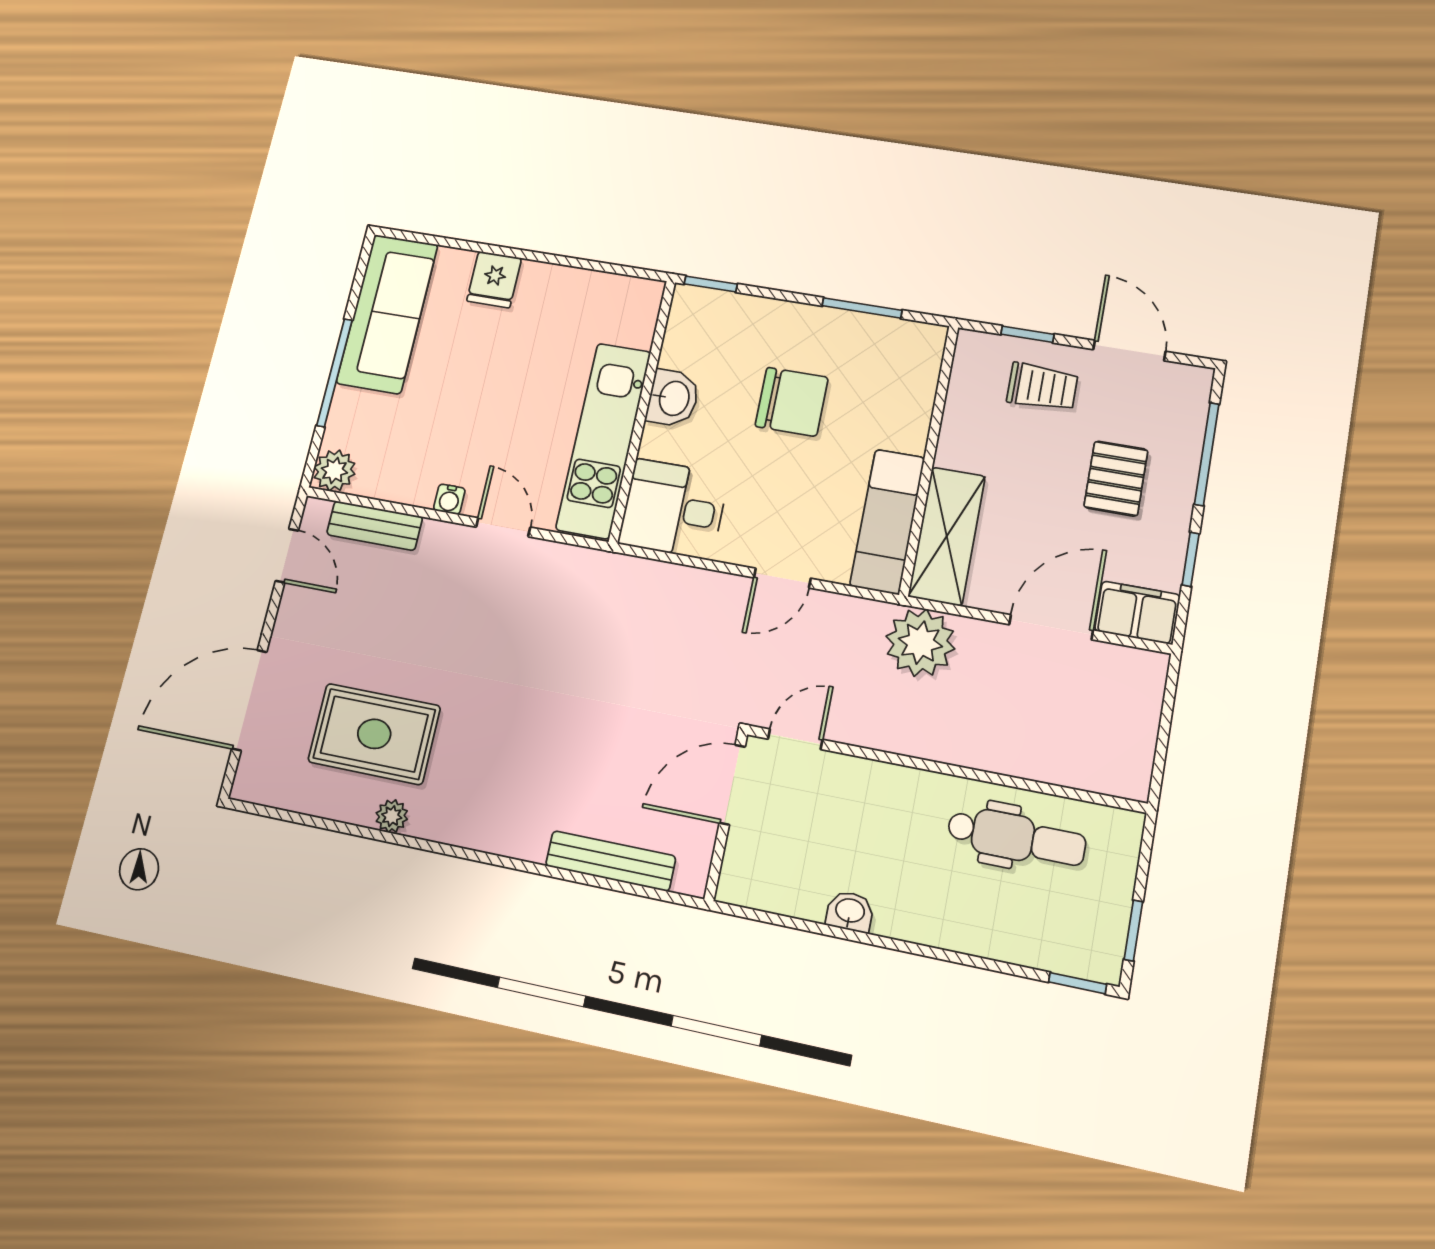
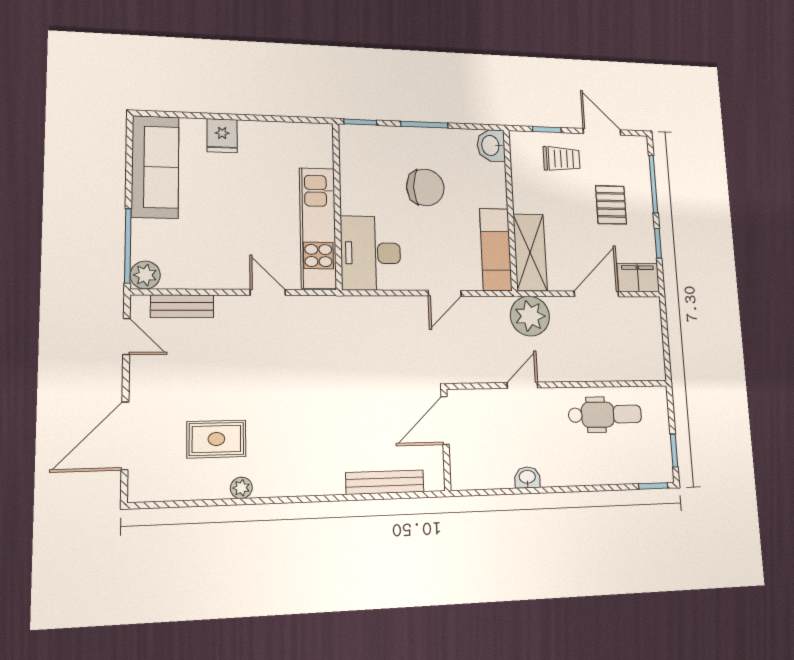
window: (862, 308) -> (424, 125), moved
window: (334, 373) -> (128, 246), moved
washbasin: (673, 398) -> (491, 145), moved, turned 180
water cooler: (449, 499) -> (228, 281), removed
desk: (673, 509) -> (371, 253), width x1.37
rug: (374, 734) -> (216, 439), width x0.73, depth x0.70
door: (795, 739) -> (522, 385), moved

